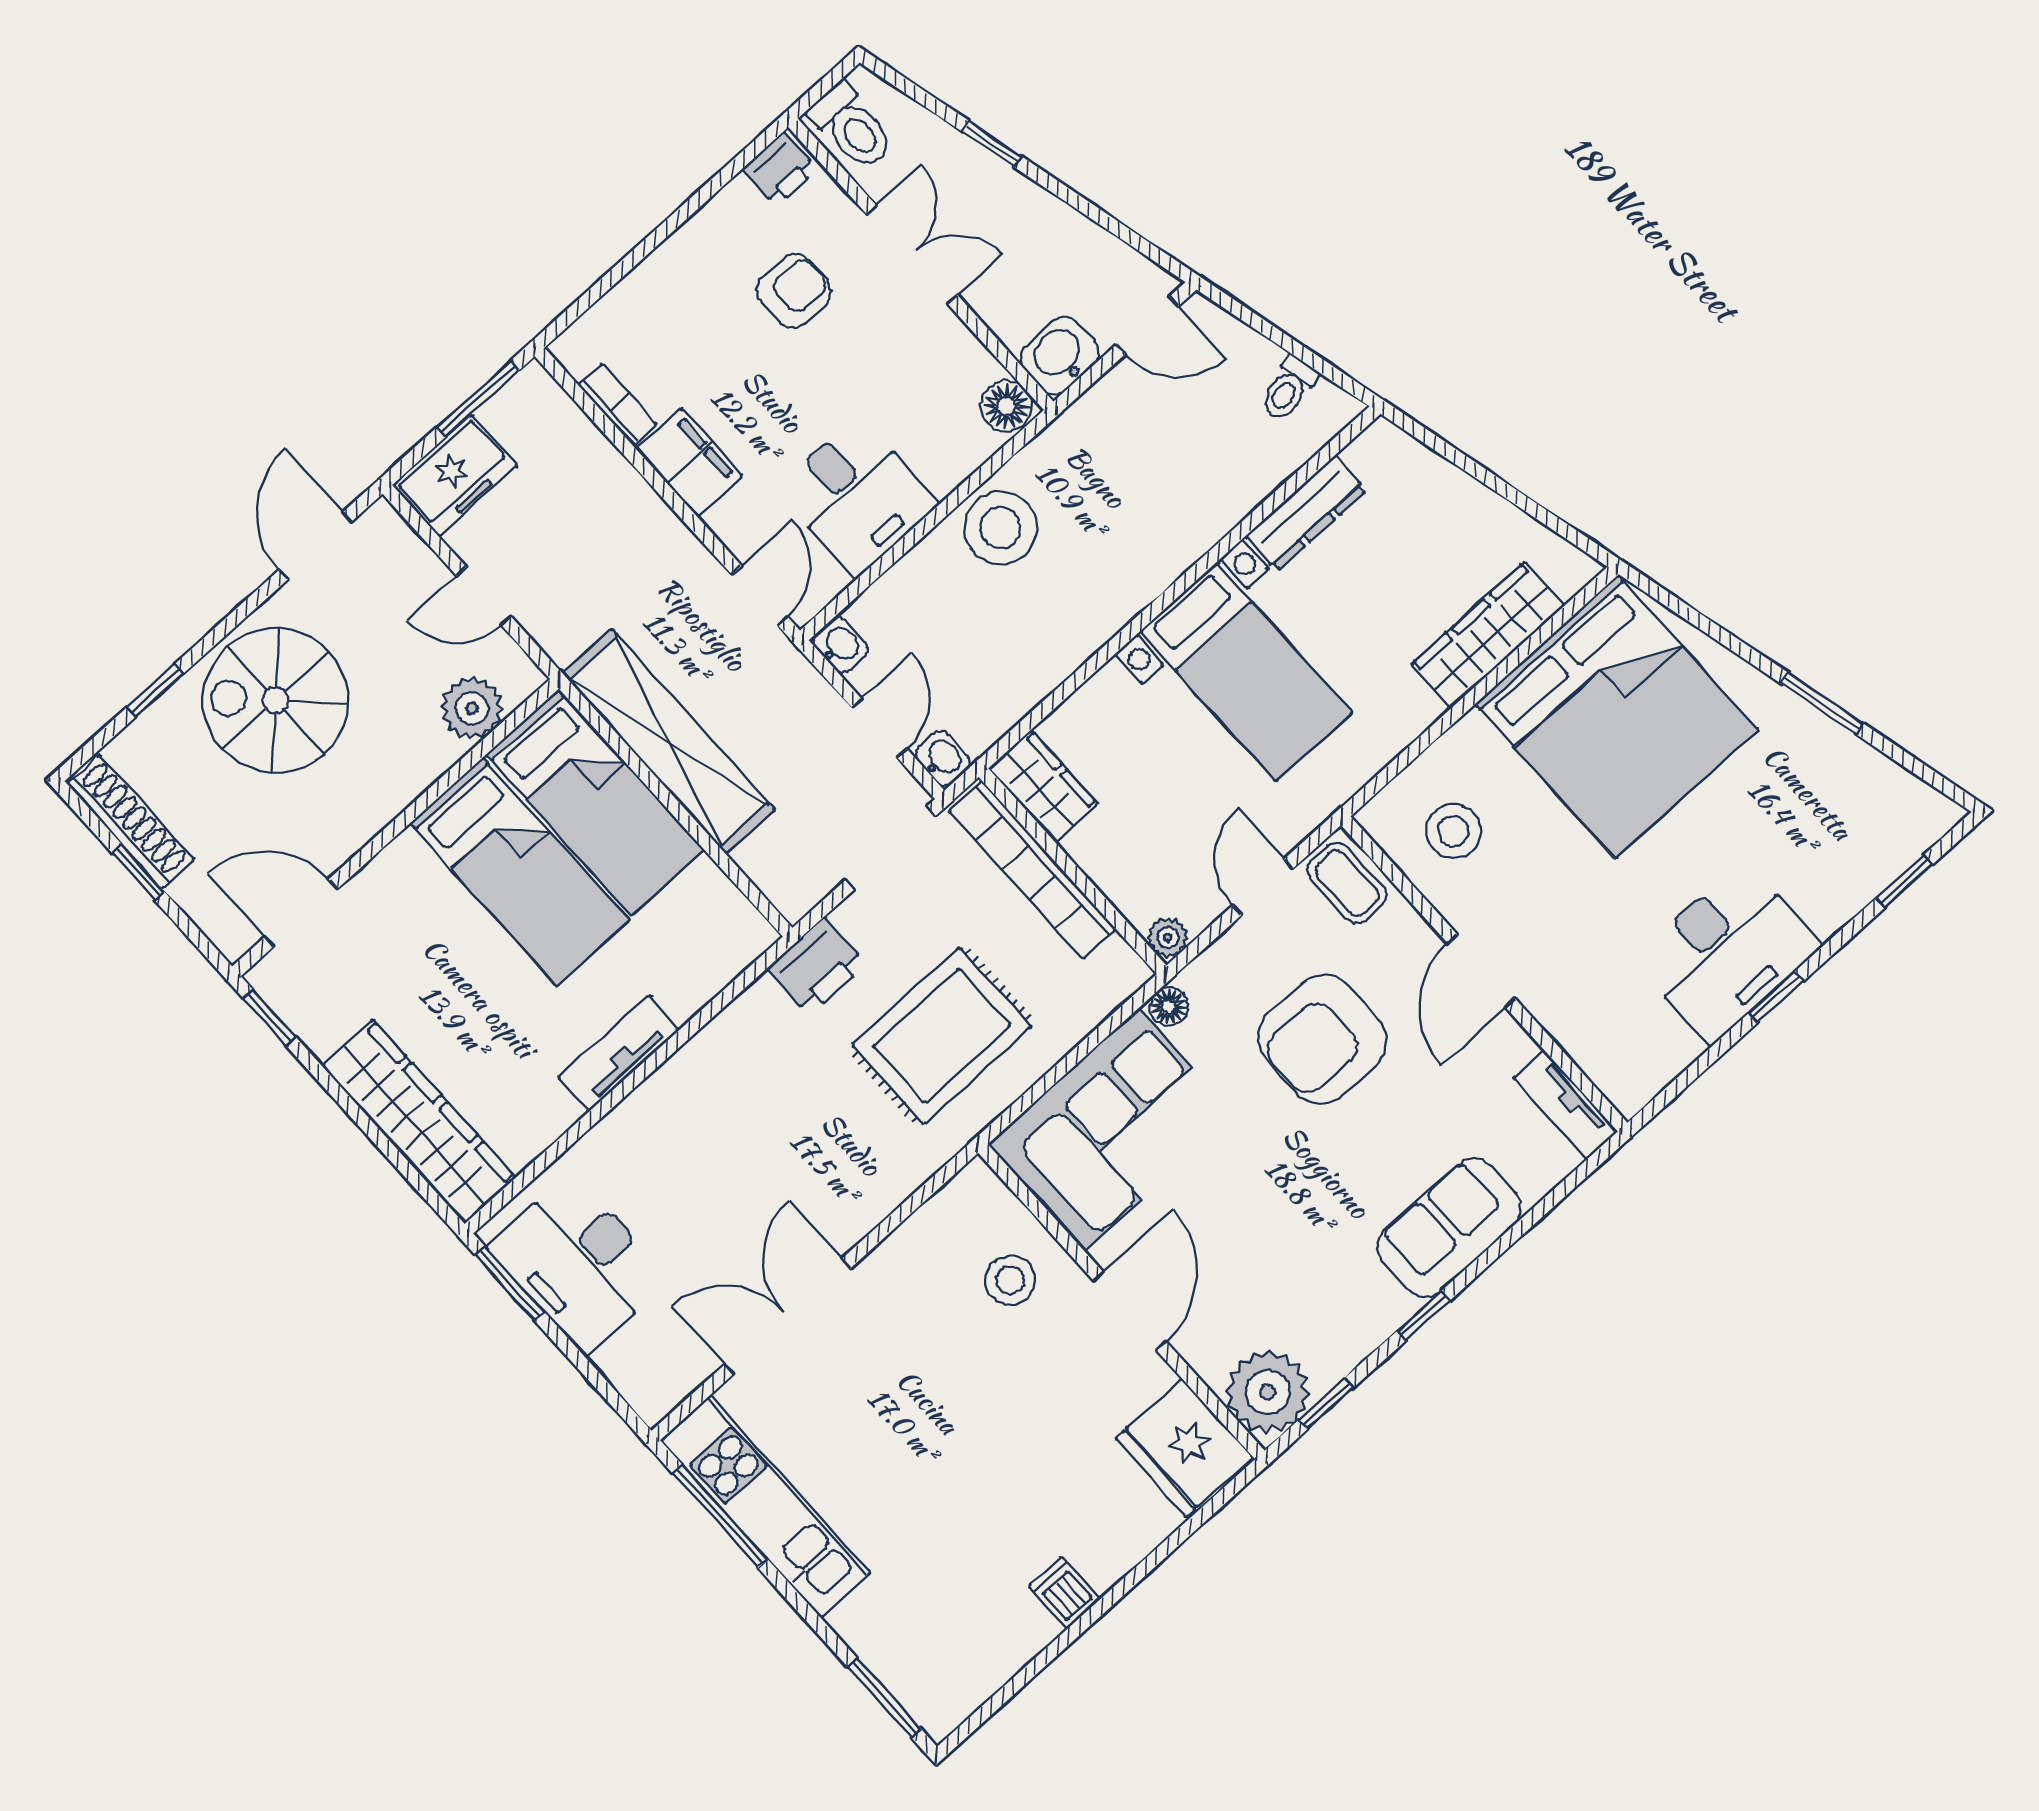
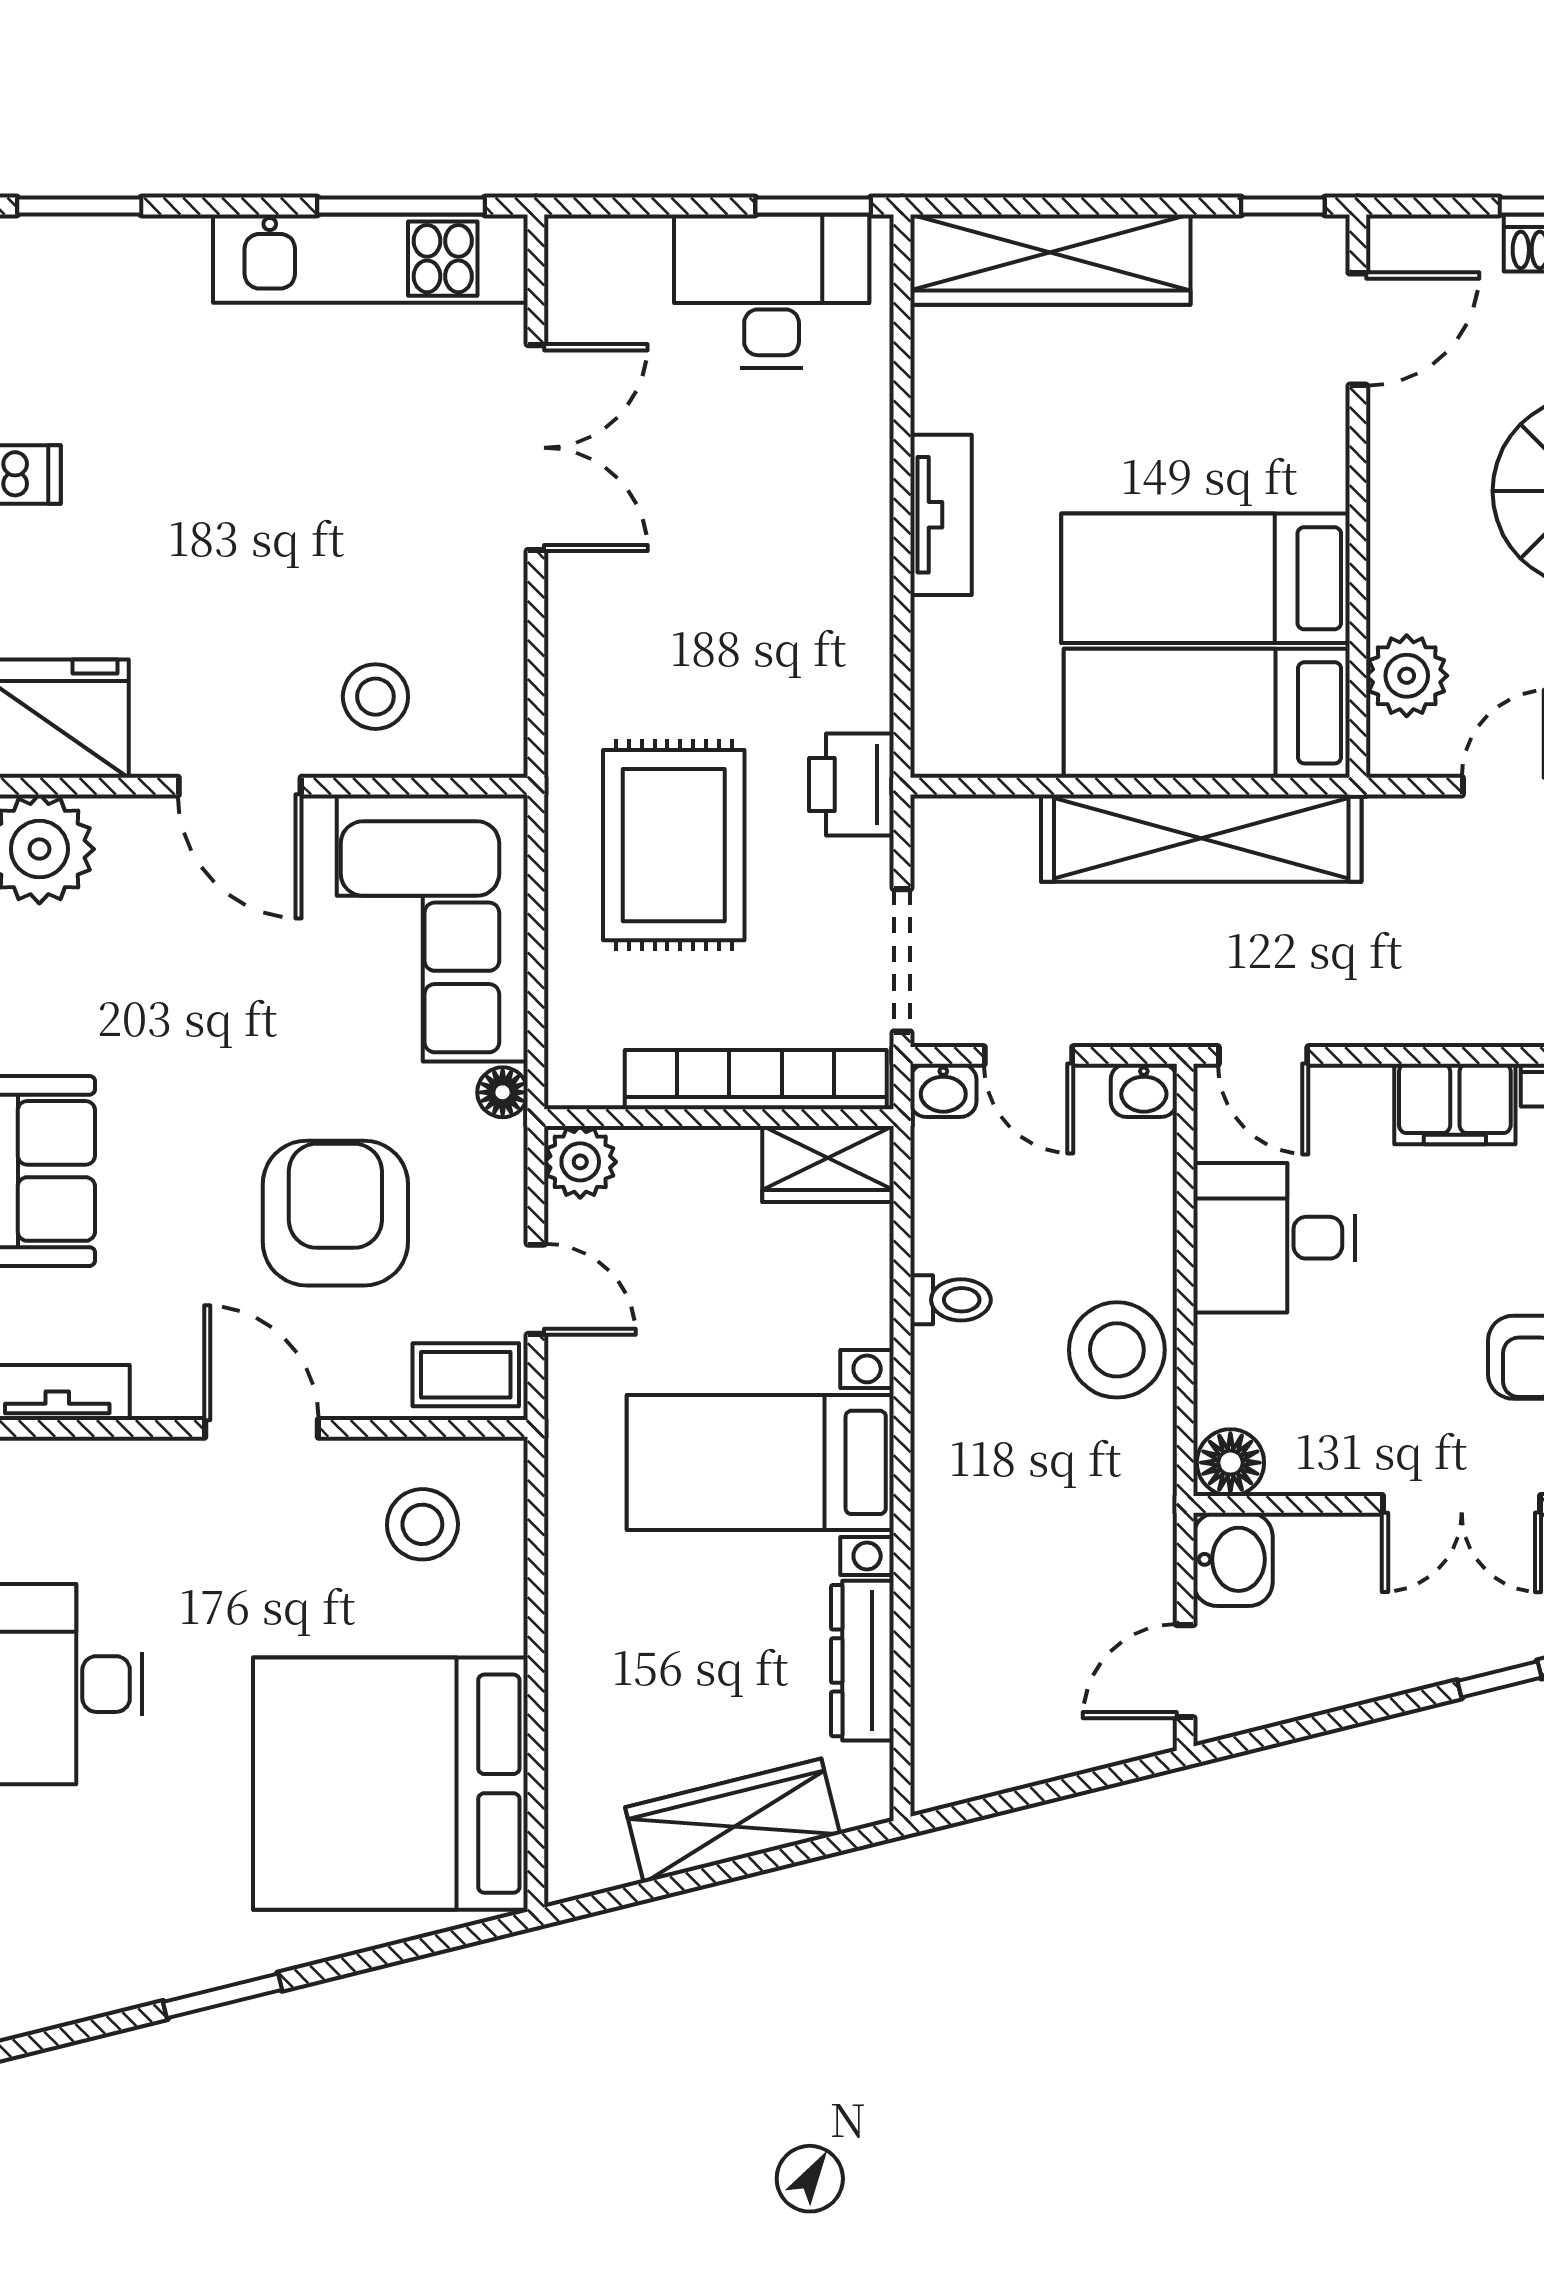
toilet: (1289, 389) -> (950, 1300), moved, turned 104
wardrobe: (1488, 635) -> (733, 1821), moved, turned -104
plant: (1168, 938) -> (580, 1162), width x1.38, depth x1.38

